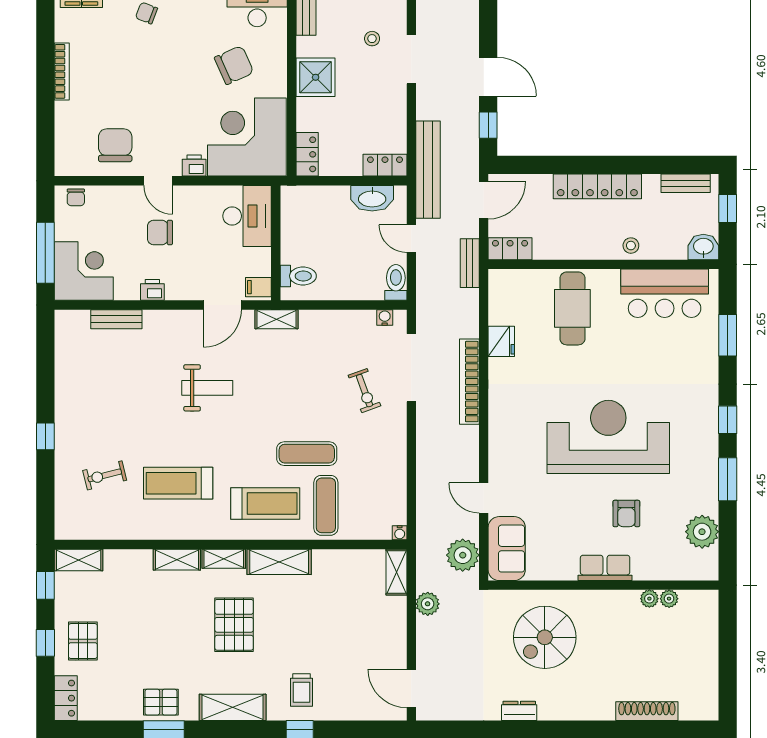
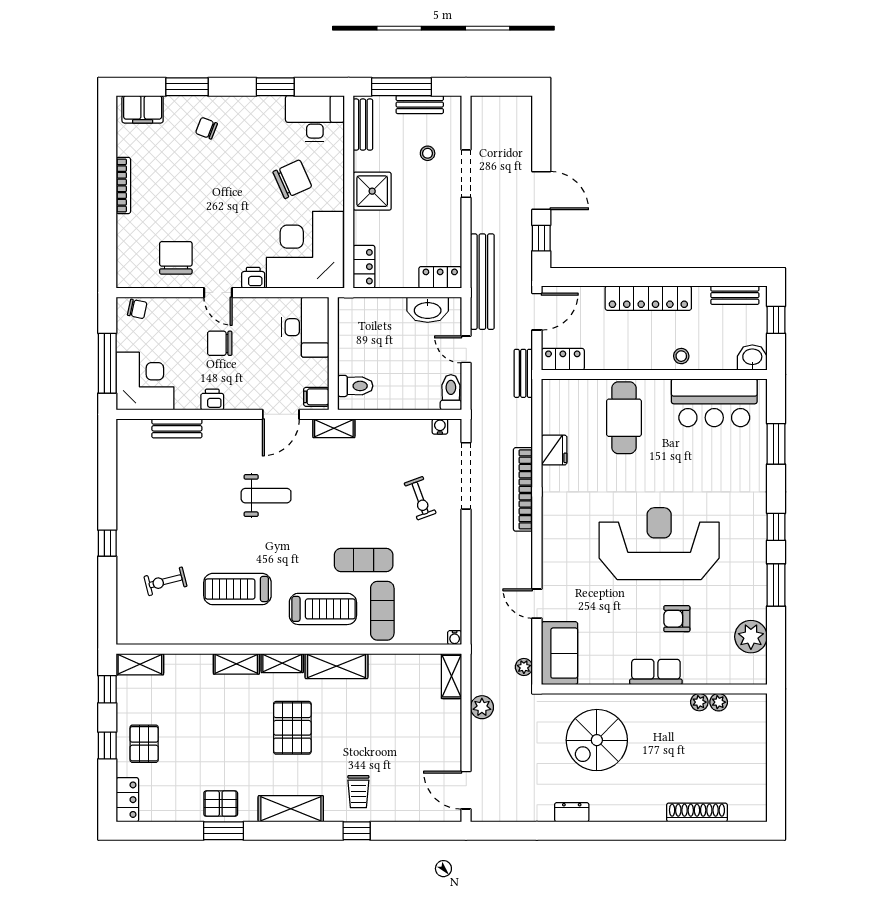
chair: (76, 197) -> (137, 309), turned -78
armchair: (626, 513) -> (677, 619), turned 90
plant: (463, 555) -> (524, 667), width x0.53, depth x0.53

